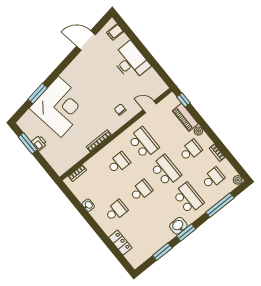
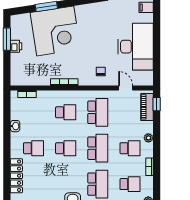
desk: (131, 61) -> (135, 47), width x1.36, depth x1.30
piano: (185, 117) -> (147, 107), moved
locker: (120, 243) -> (16, 176), width x1.53

